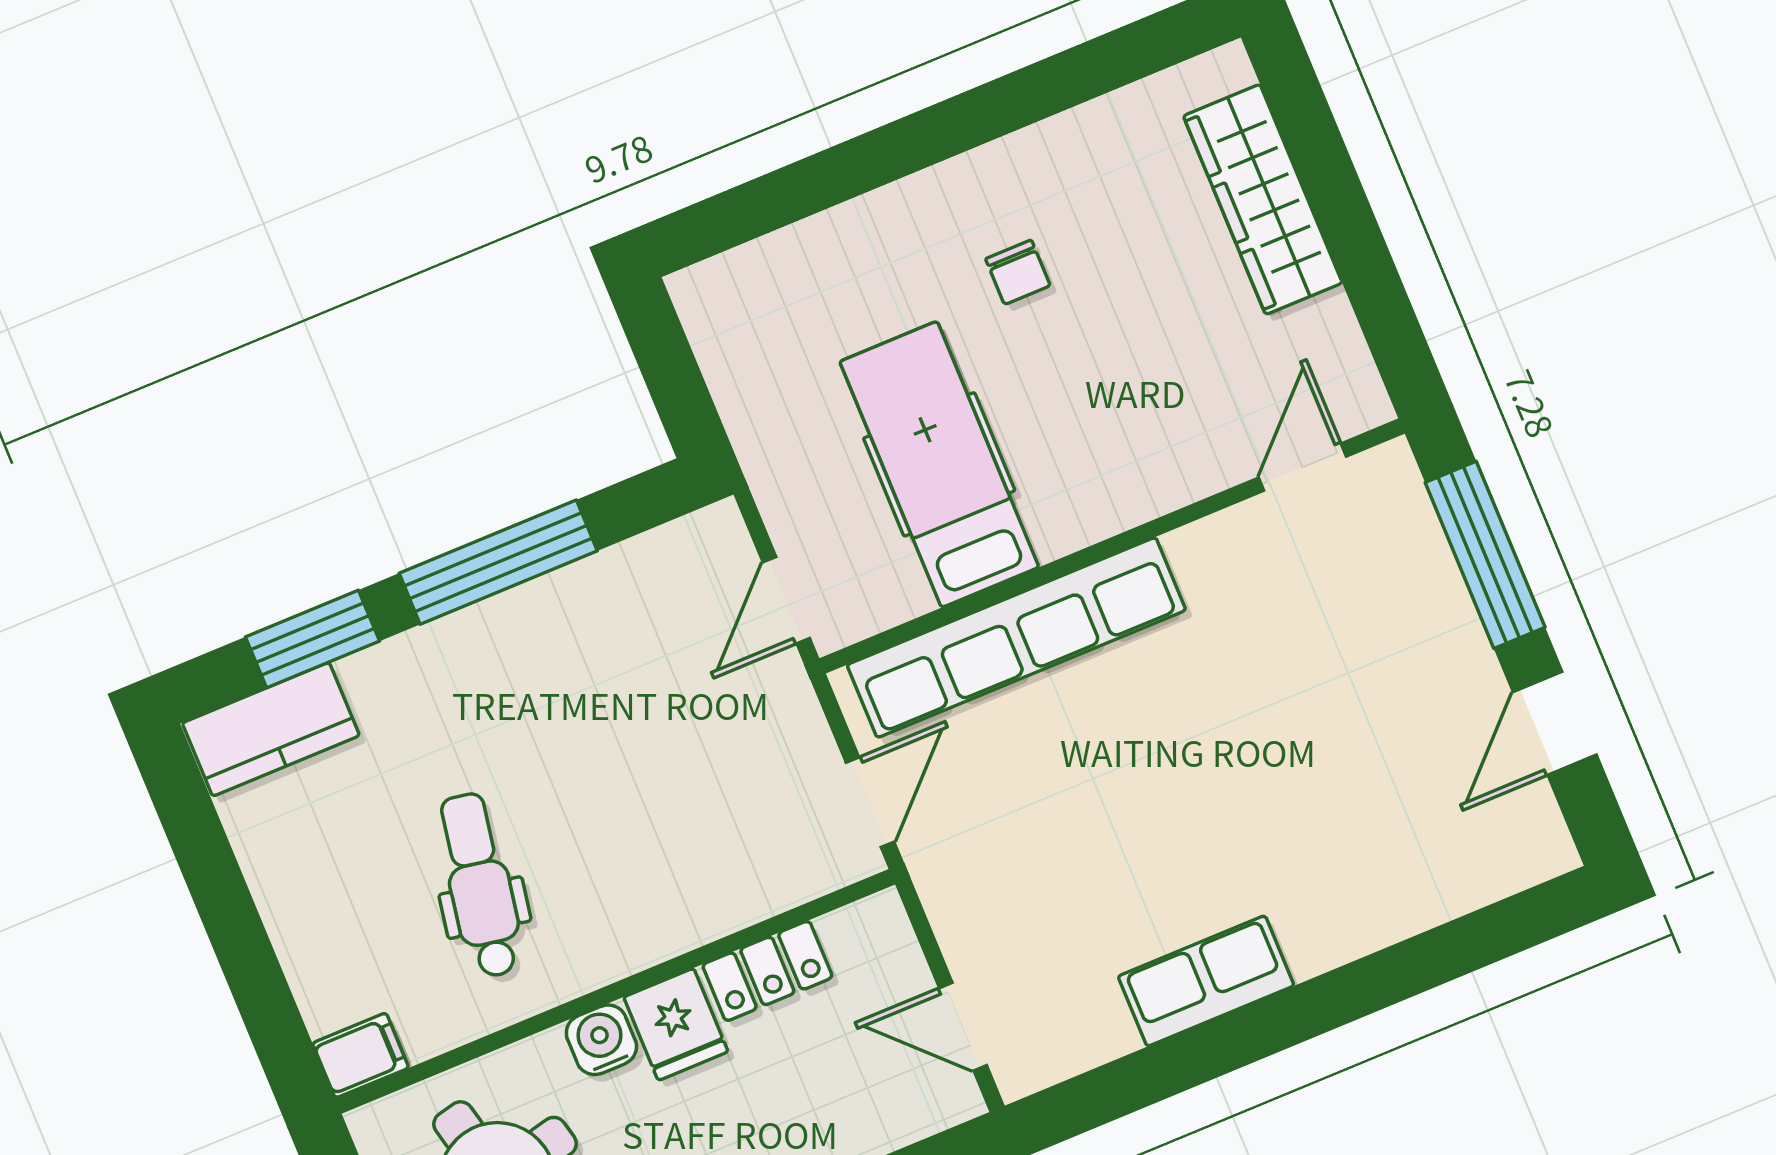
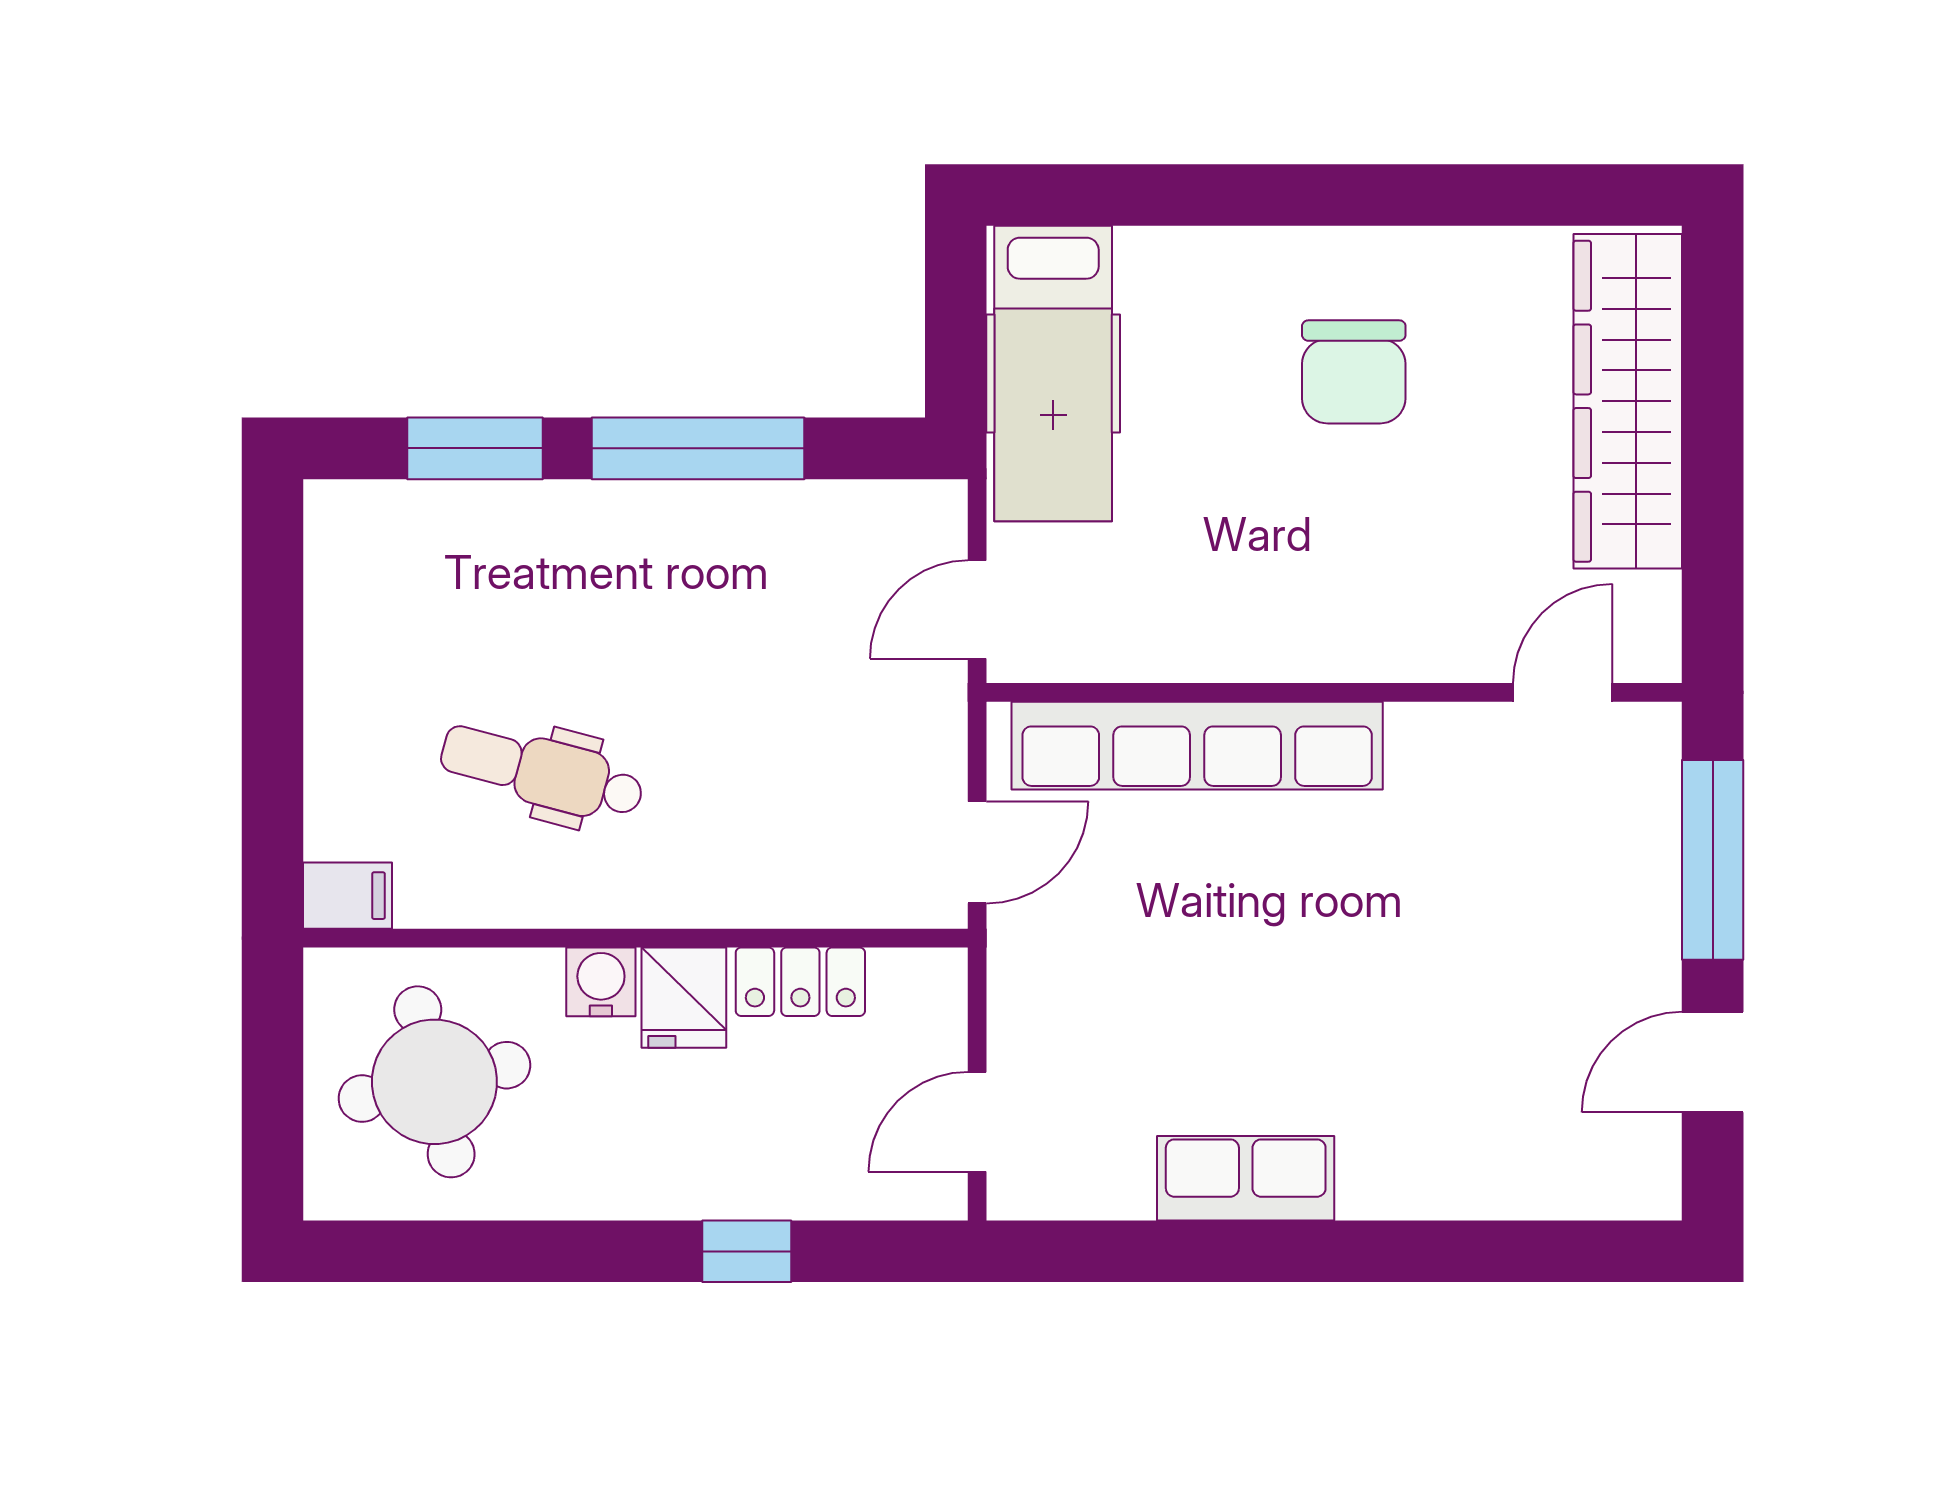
wardrobe: (1263, 199) -> (1628, 401), width x1.40, depth x1.17
chair: (1018, 272) -> (1354, 372), width x1.87, depth x1.87
hospital bed: (939, 464) -> (1053, 373), moved, turned 180
kitchen counter: (271, 729) -> (394, 523), removed
dental chair: (480, 885) -> (542, 772), turned -85
door: (963, 1027) -> (977, 1122), hinge flipped

